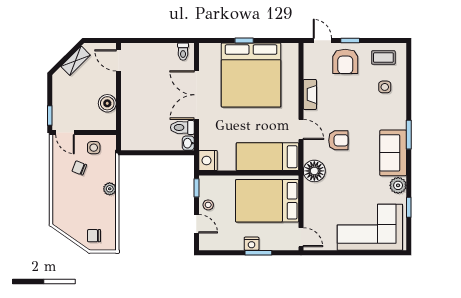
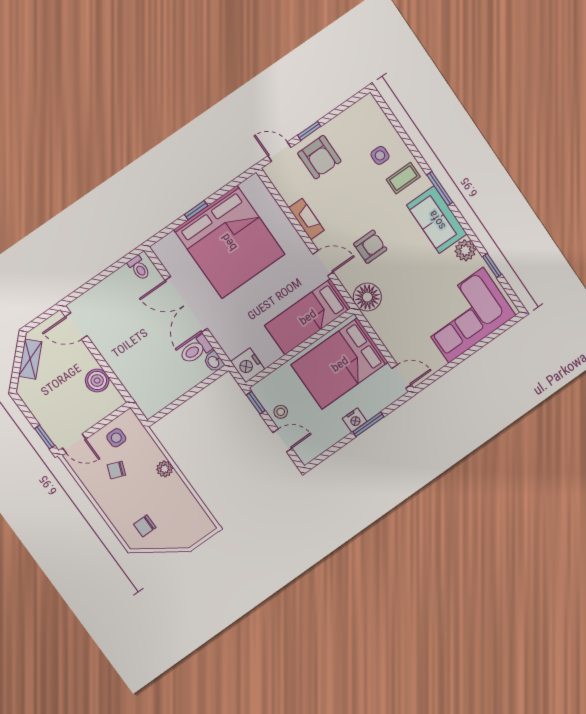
coffee table: (383, 58) -> (403, 178), moved
chair: (94, 236) -> (145, 526), moved

